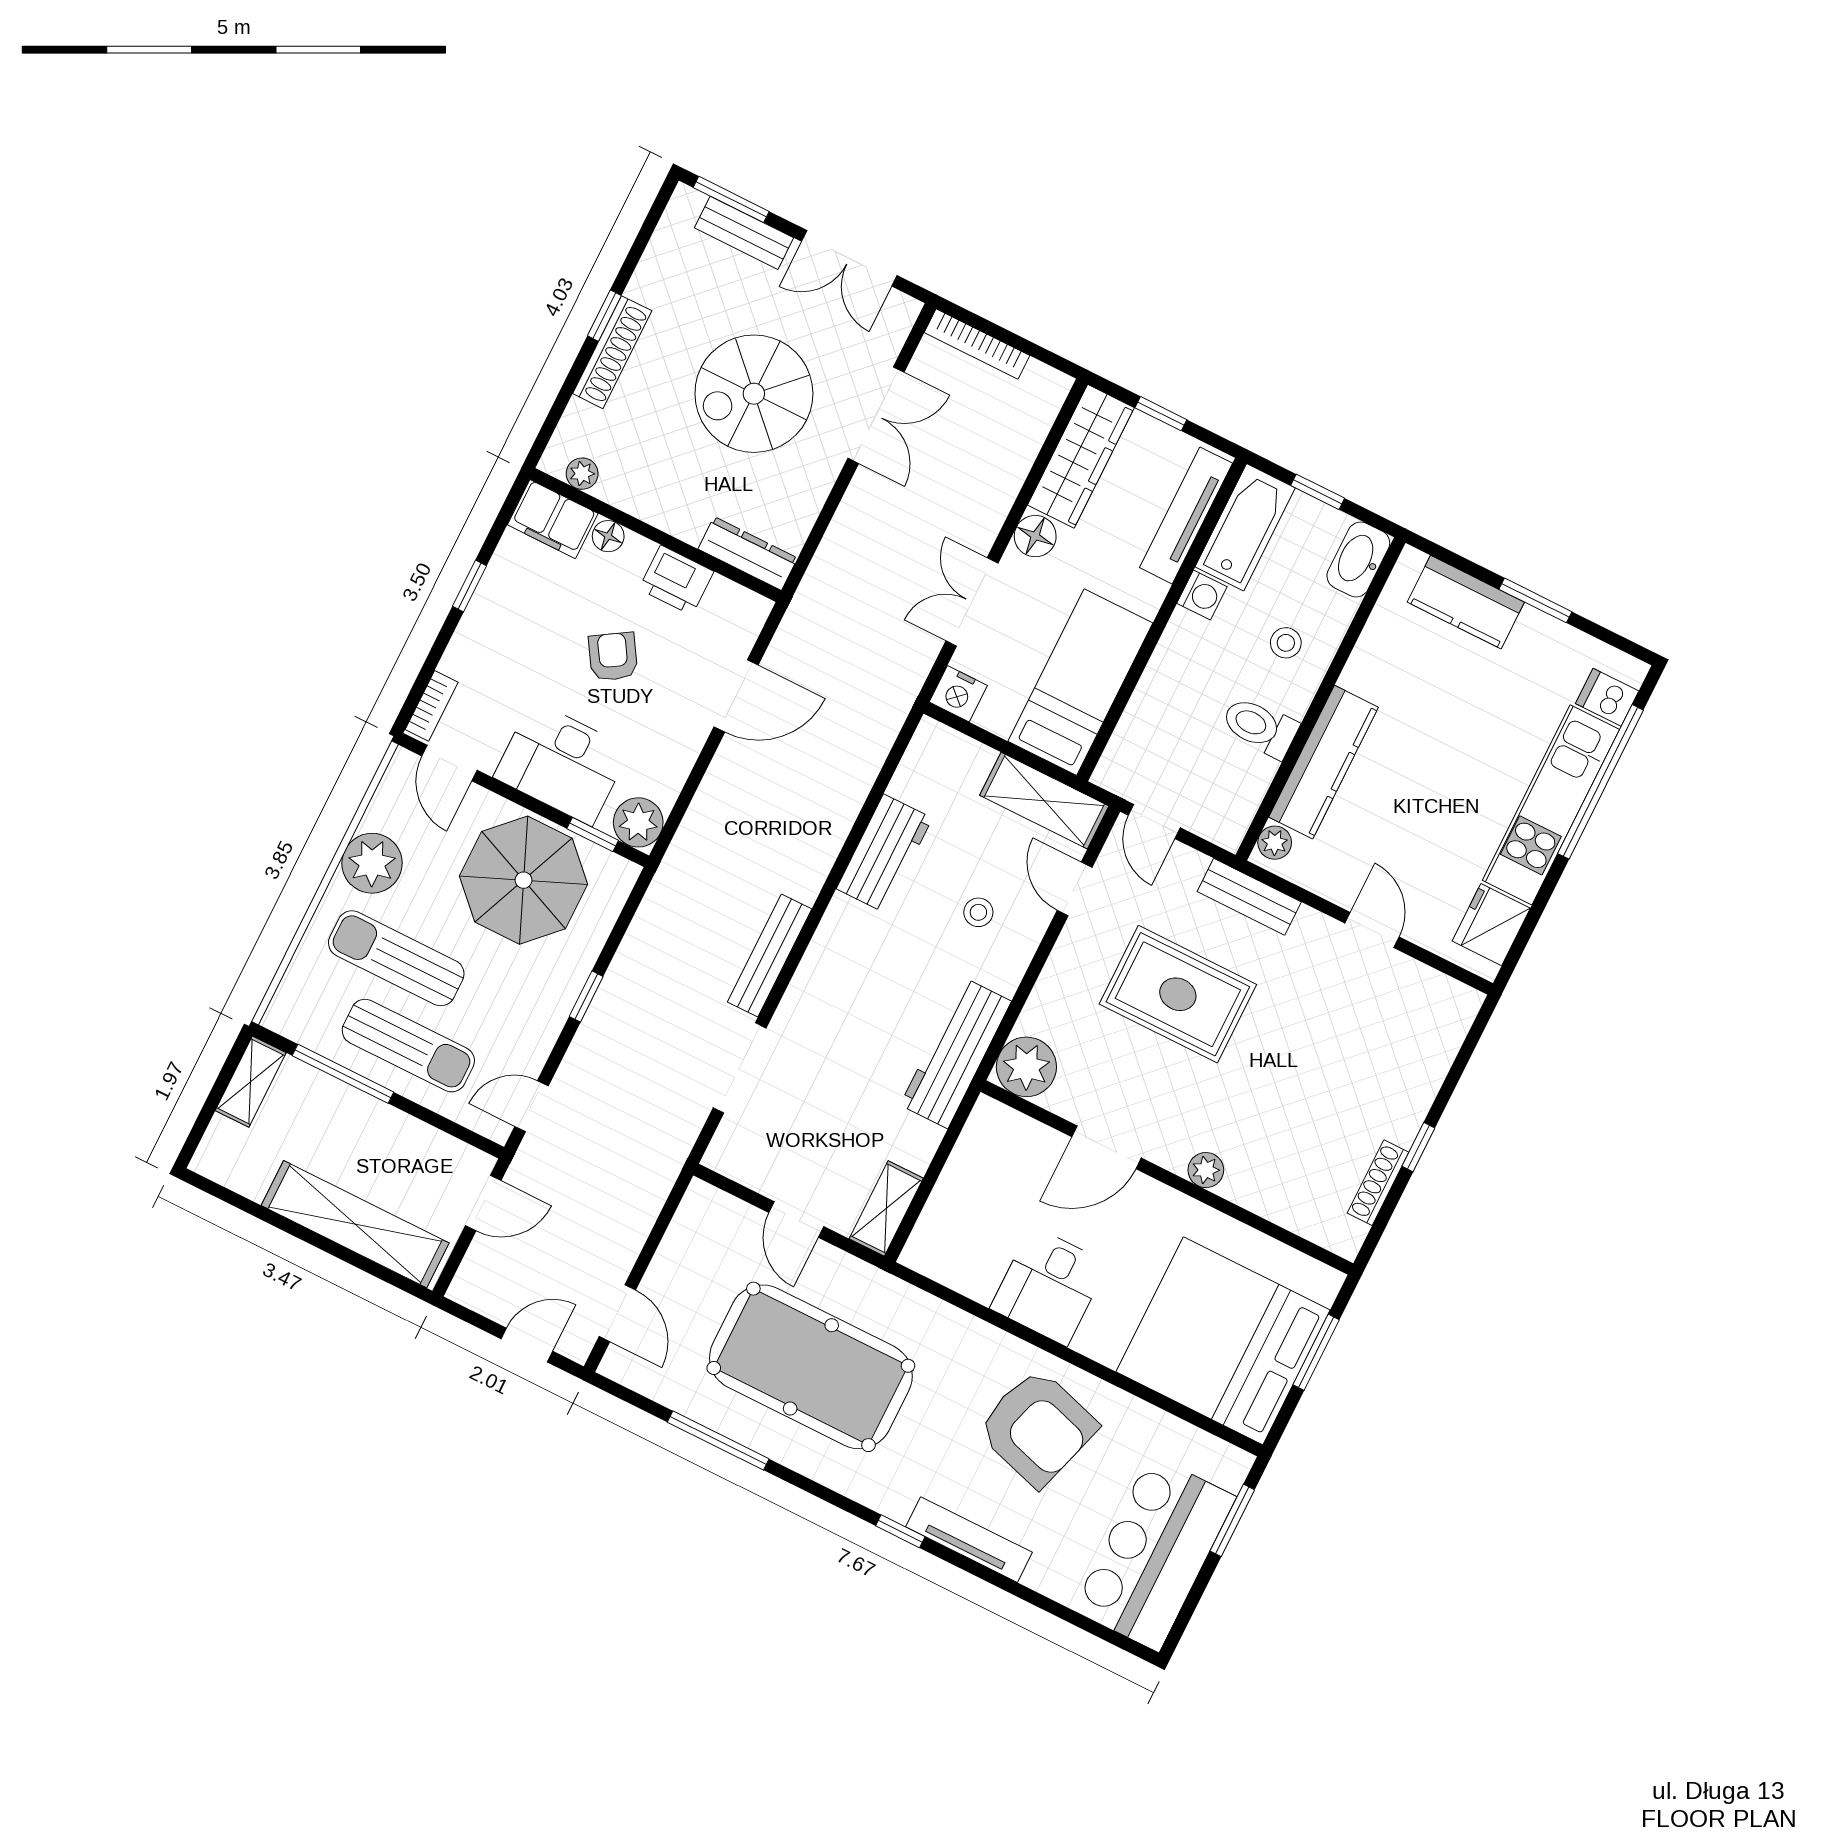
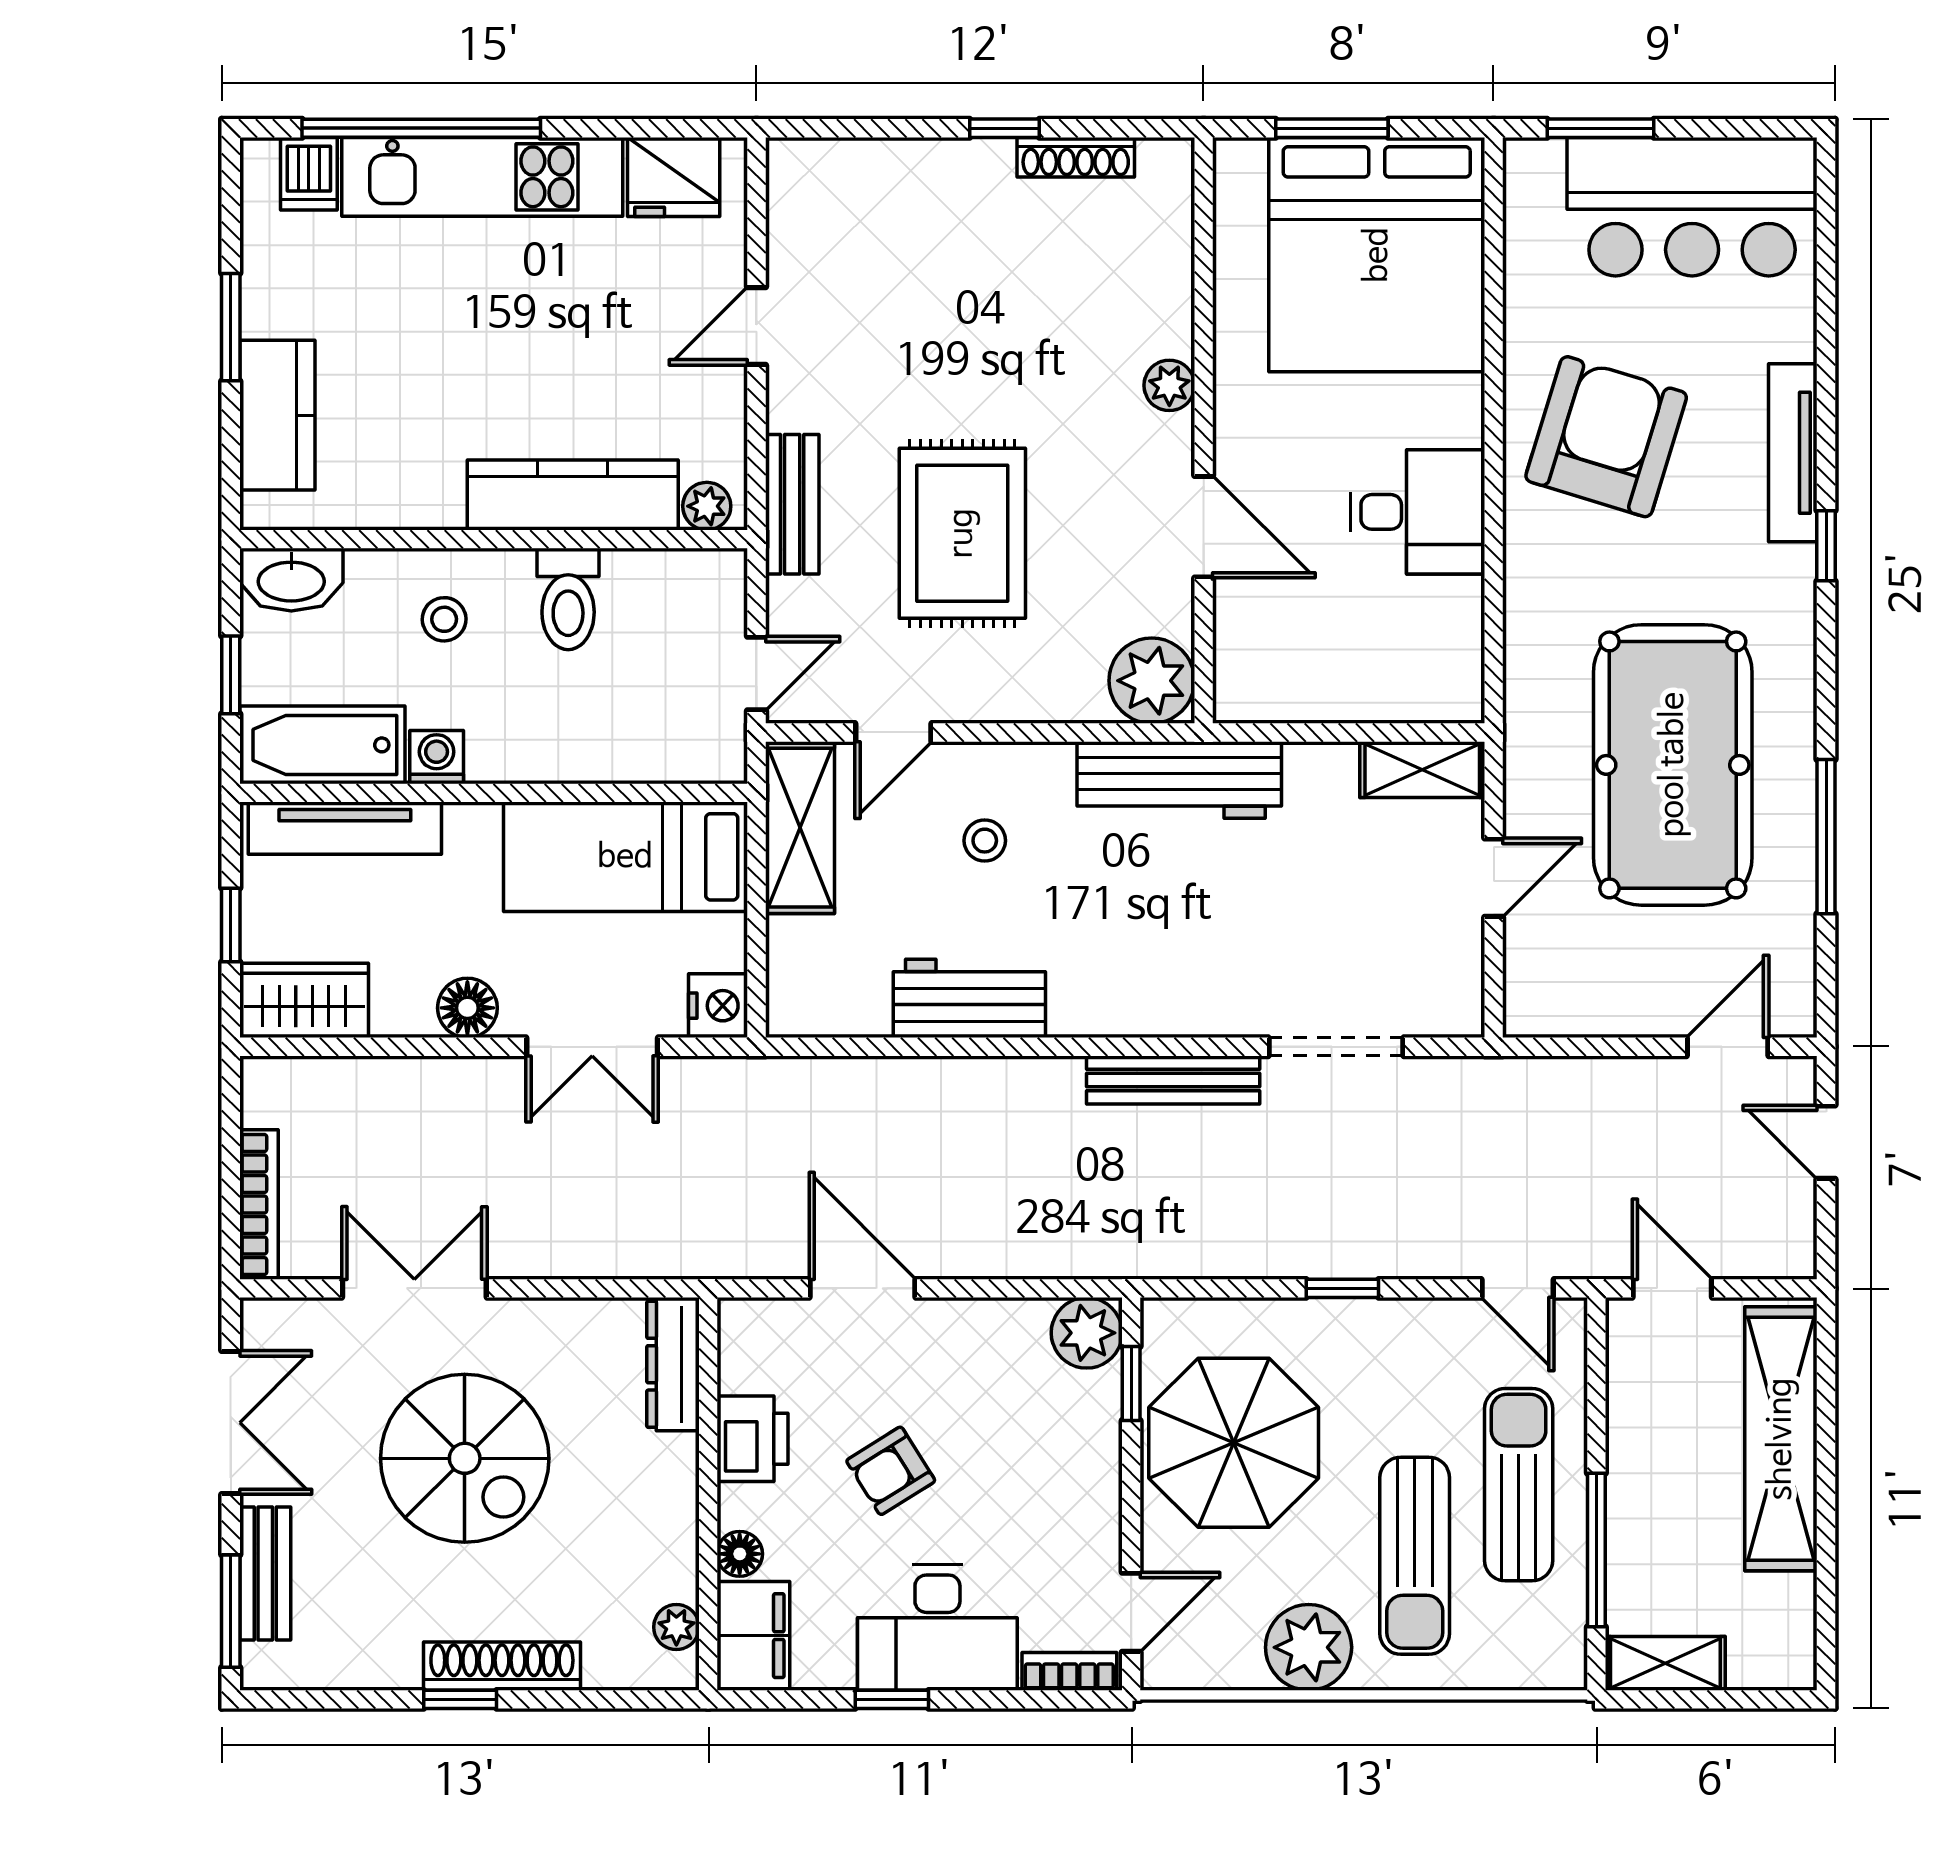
wardrobe: (1081, 456) -> (304, 1000), width x0.67
desk: (562, 763) -> (937, 1628), moved, turned 90

